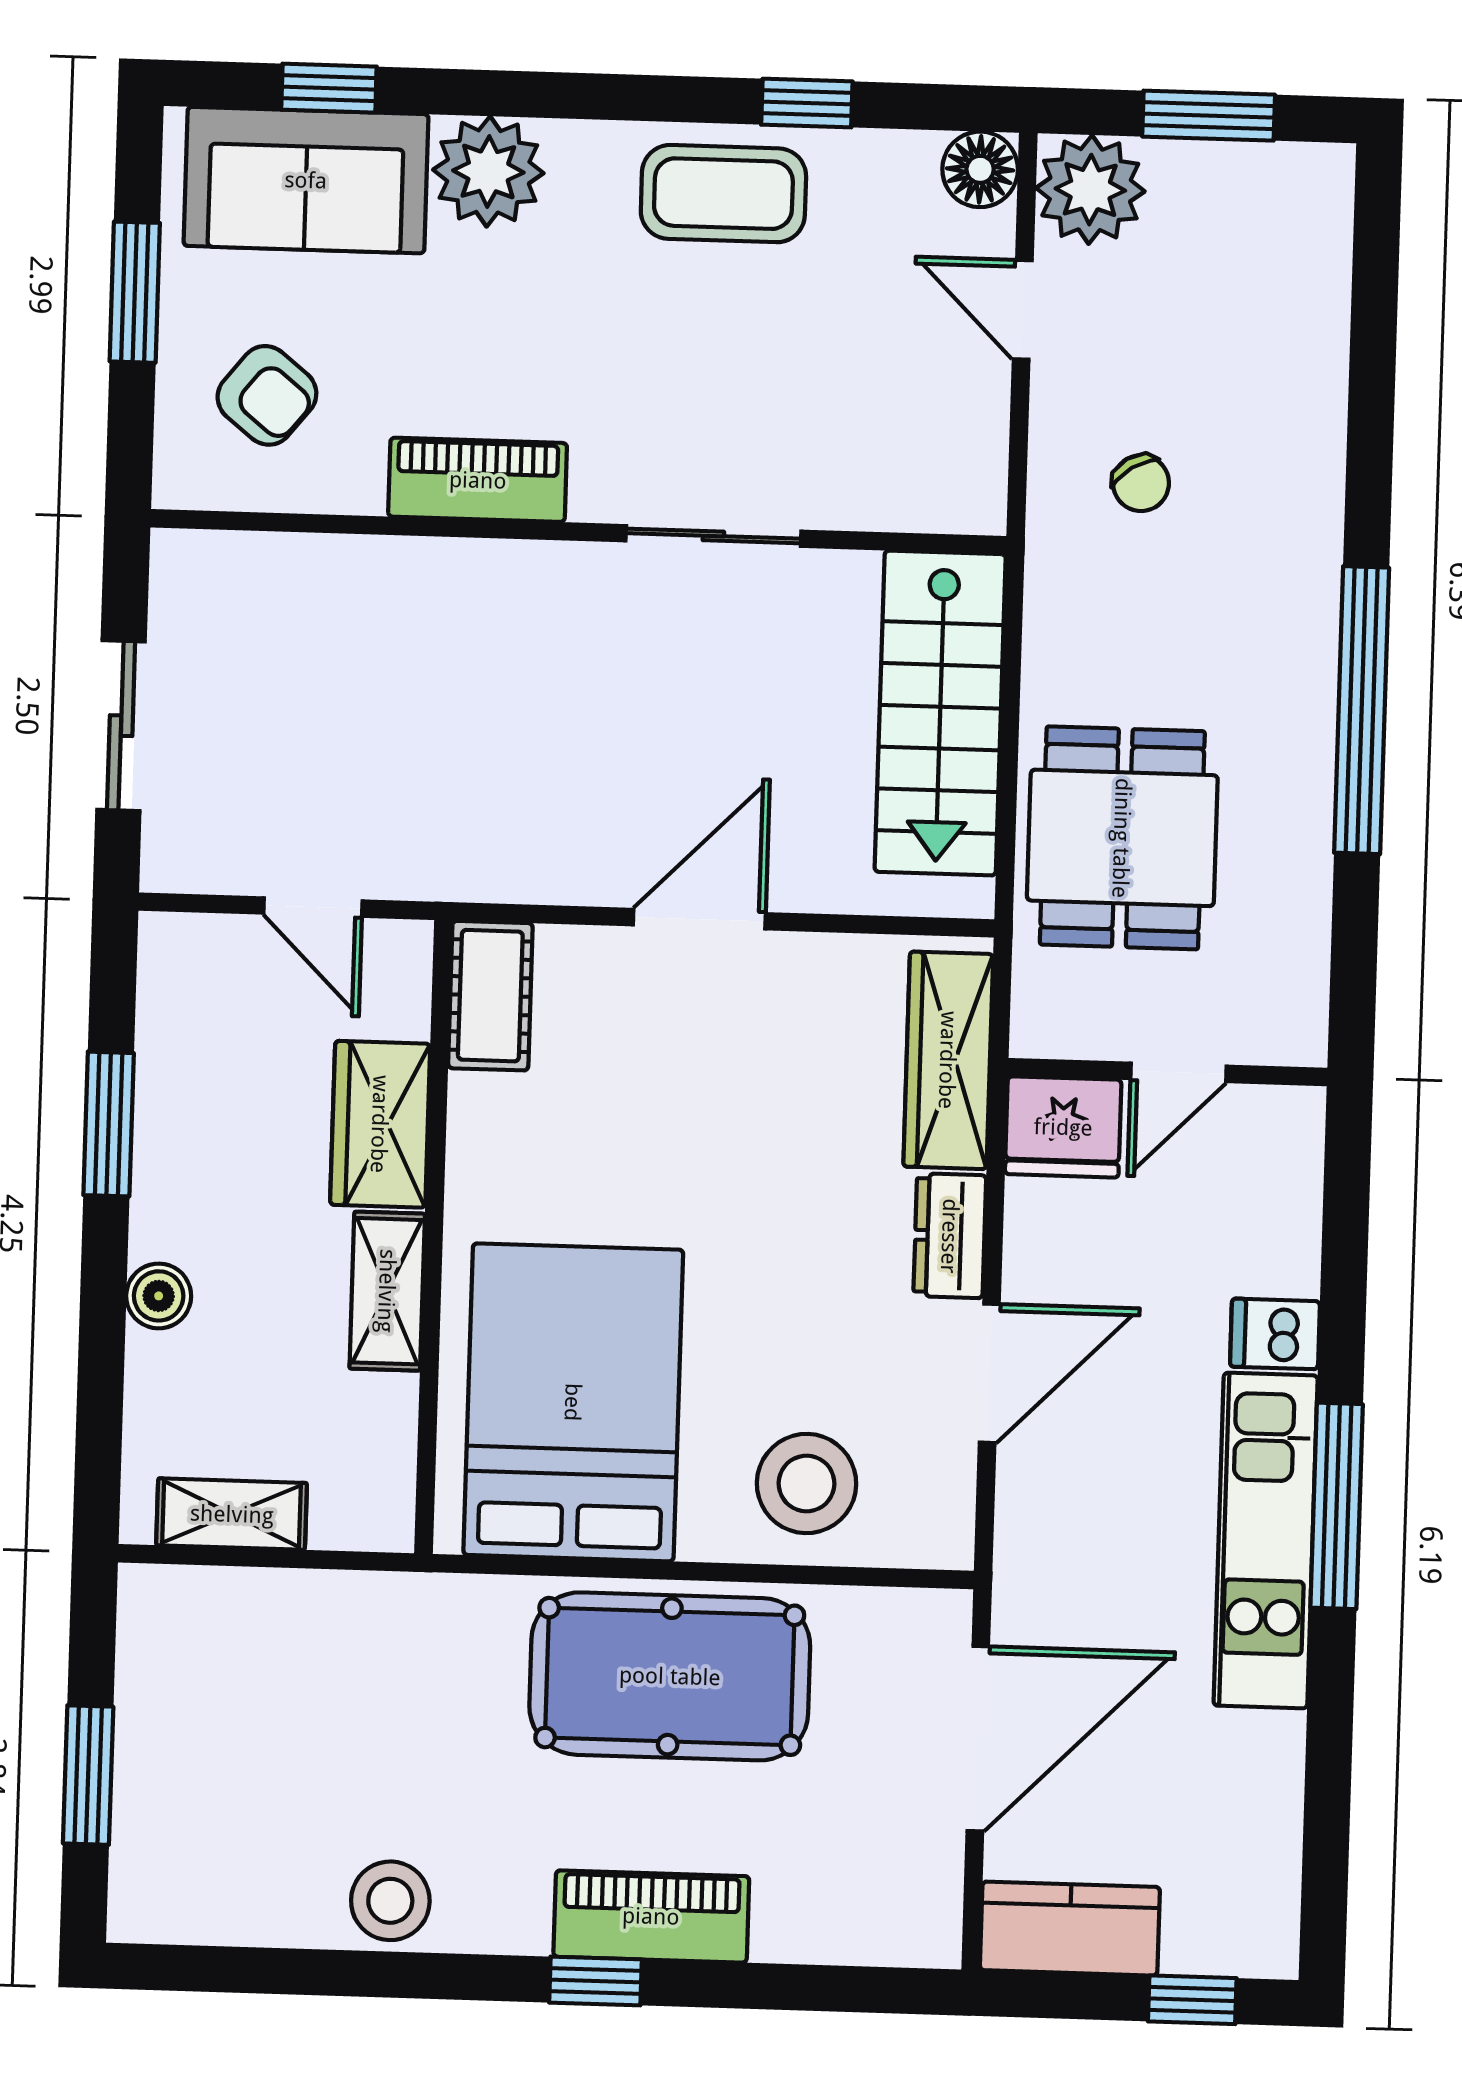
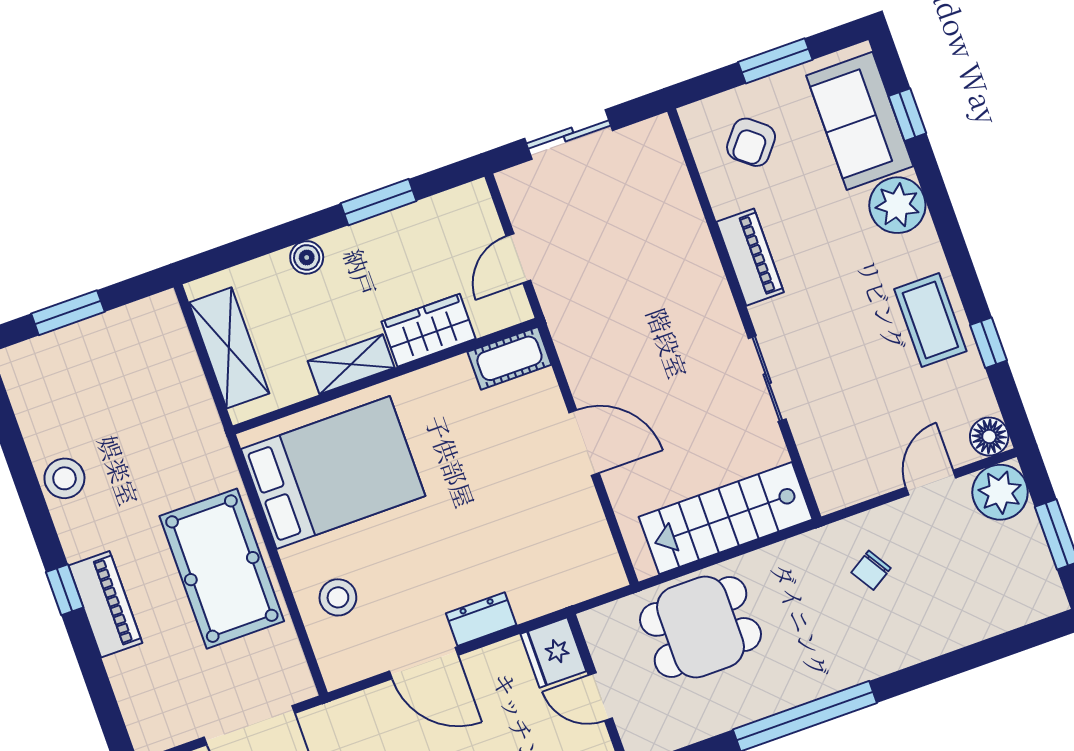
wardrobe: (948, 1060) -> (564, 586), removed
stool: (807, 1484) -> (338, 597), width x0.73, depth x0.73
shelving: (232, 1514) -> (229, 348), width x1.50, depth x1.33

